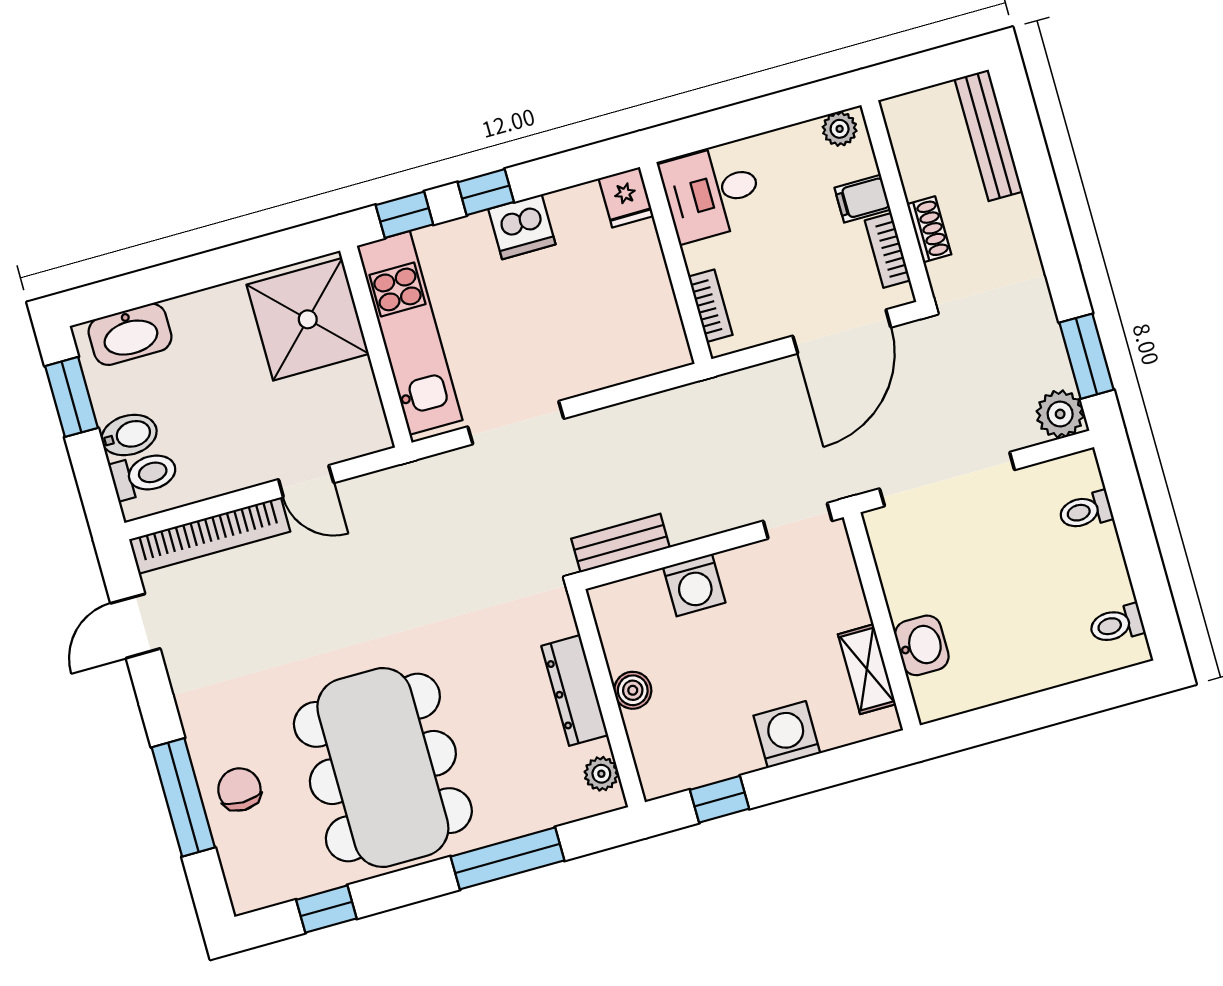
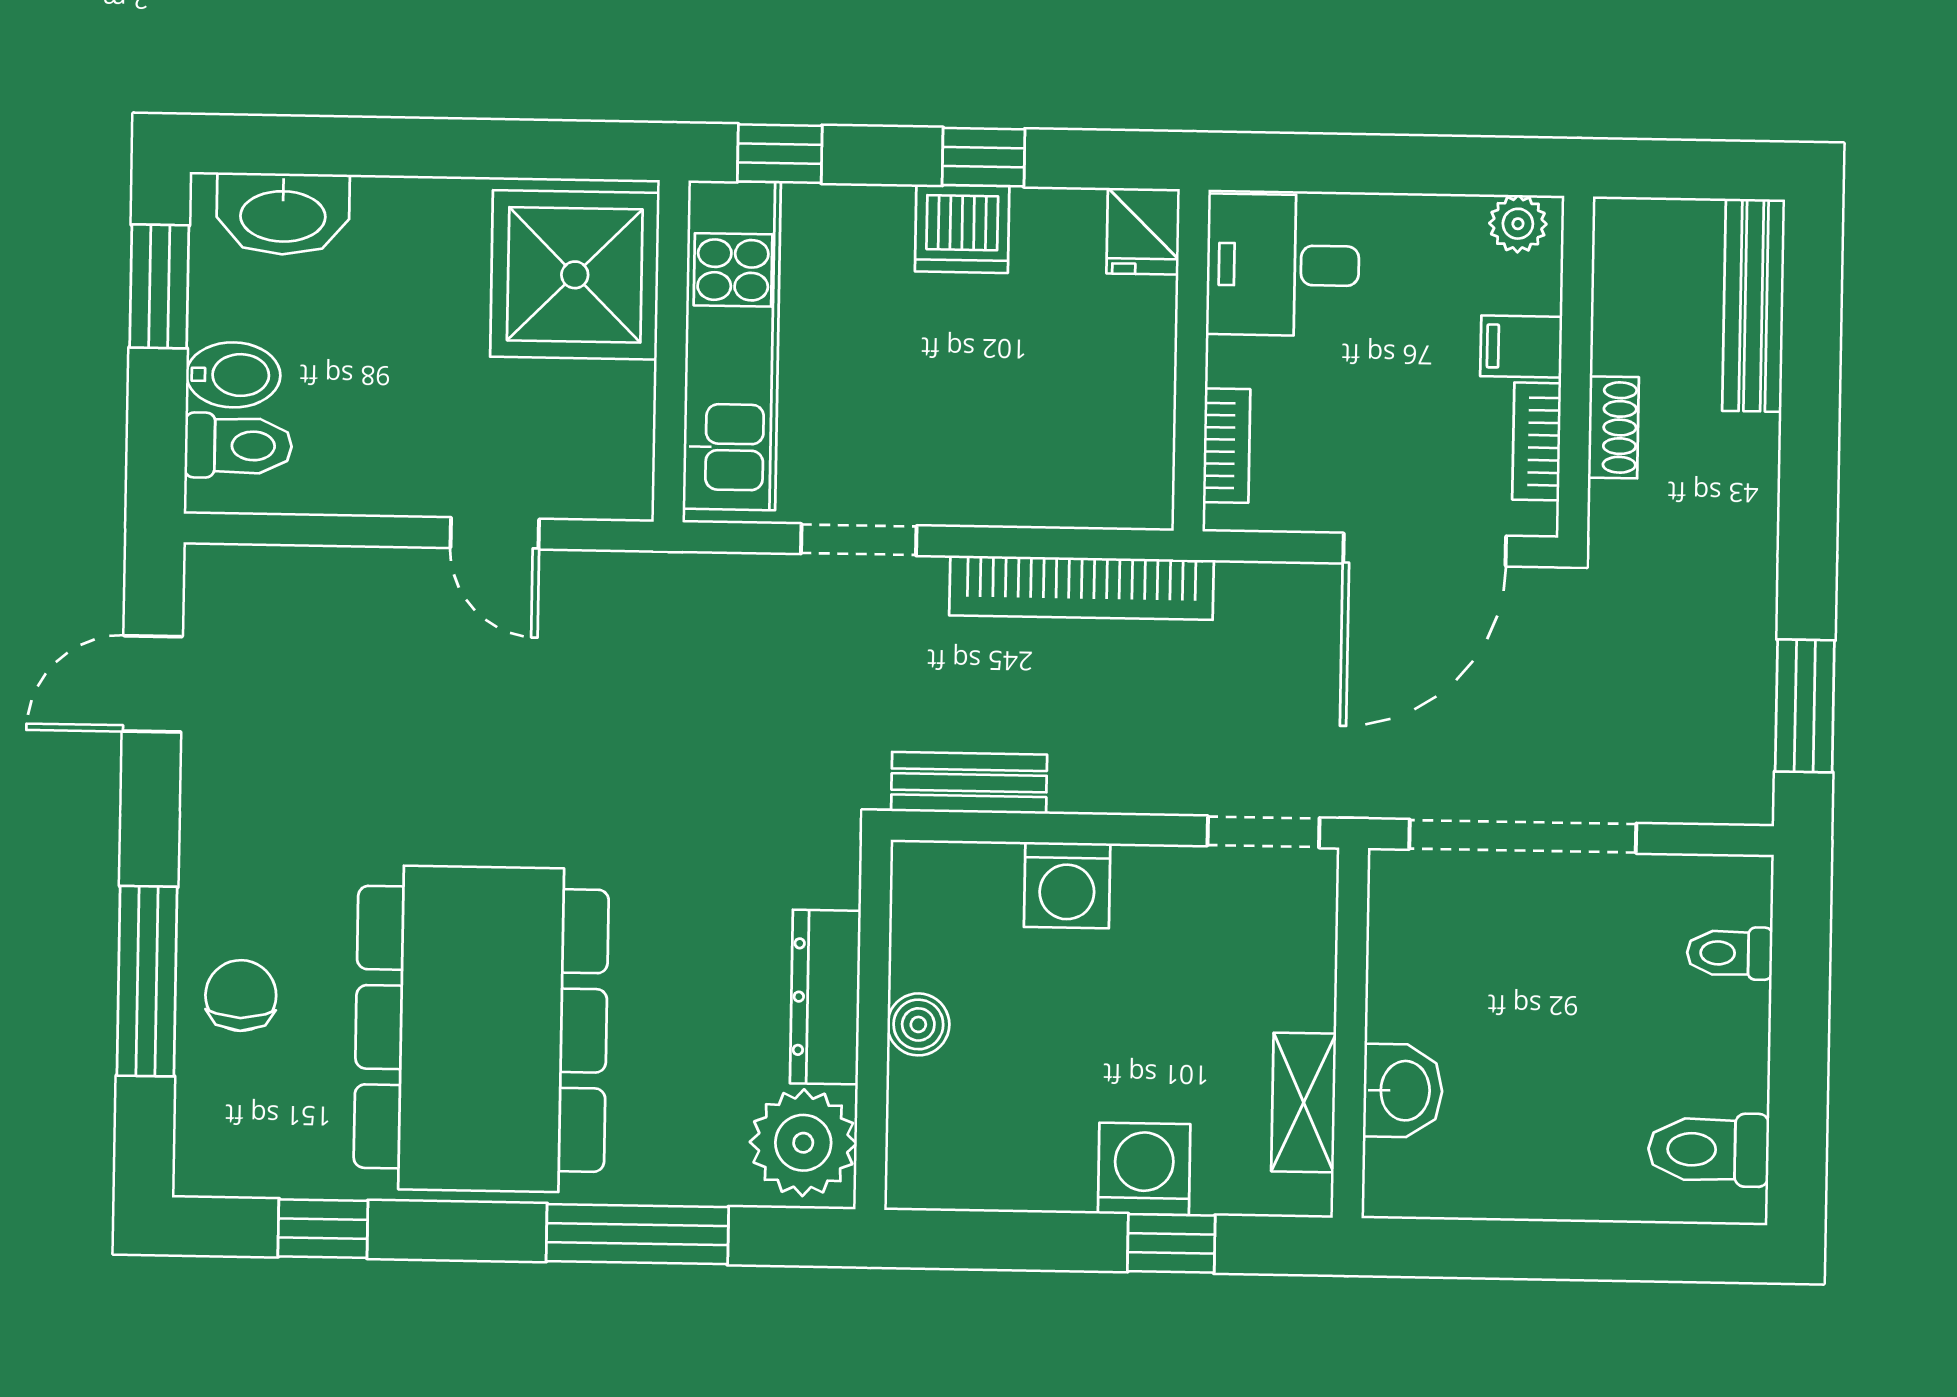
window: (486, 192) -> (983, 157), moved
plant: (1060, 414) -> (1735, 786), removed
doorway: (516, 423) -> (859, 540), width x0.73
bookcase: (210, 536) -> (1081, 588), moved
toilet: (1117, 624) -> (1709, 1150), width x1.37, depth x1.39
plant: (601, 774) -> (803, 1143), width x1.87, depth x1.87
window: (720, 799) -> (1171, 1243), moved

